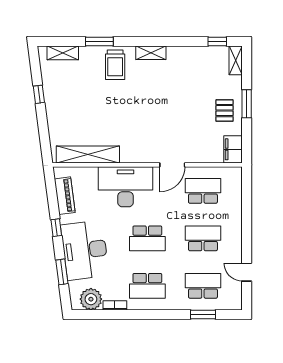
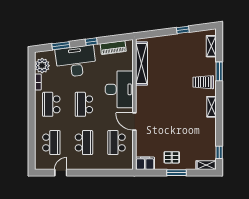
school desk: (203, 191) -> (117, 143), turned 180
window: (203, 315) -> (32, 143), removed

